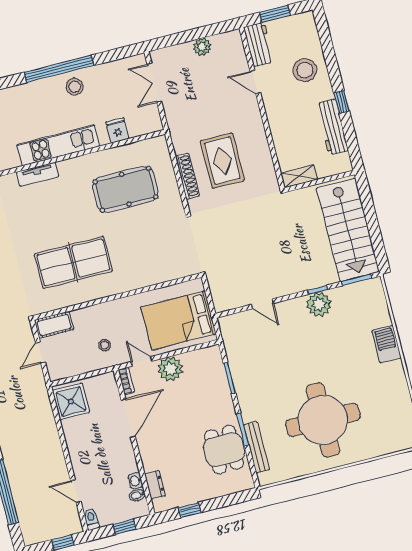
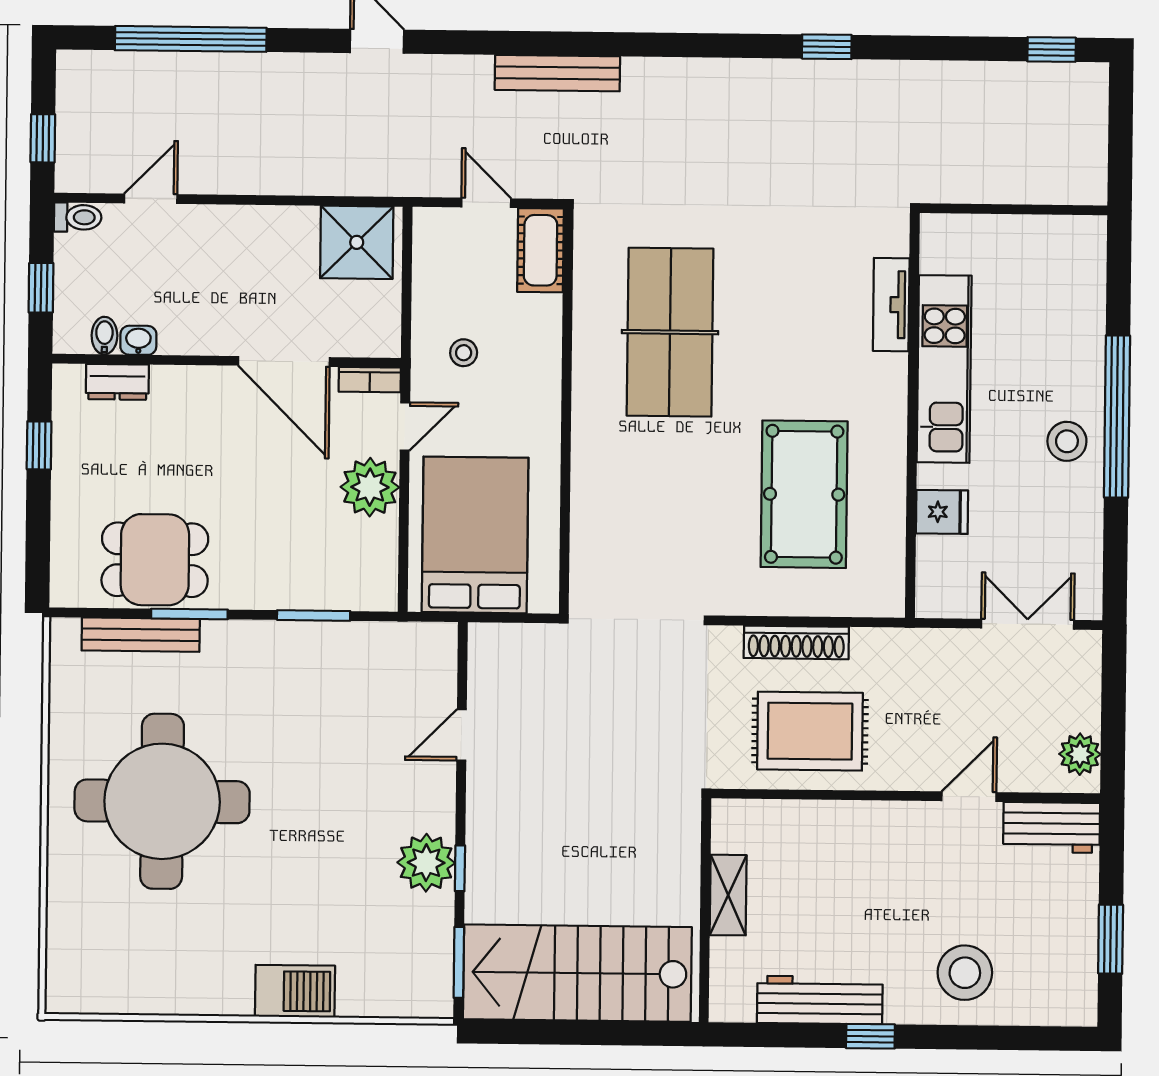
workbench: (259, 44) -> (1052, 827), moved
door: (255, 82) -> (969, 797), moved
wall: (262, 108) -> (906, 796), moved

